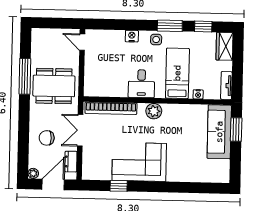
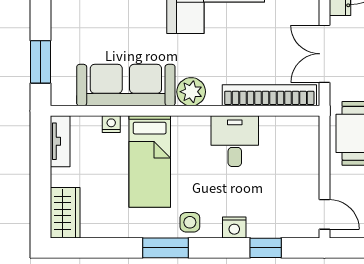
window: (203, 26) -> (266, 248), moved
desk: (141, 84) -> (235, 141), moved
double door: (80, 130) -> (324, 54), swing flipped
sofa: (219, 132) -> (126, 85), moved, turned -90

